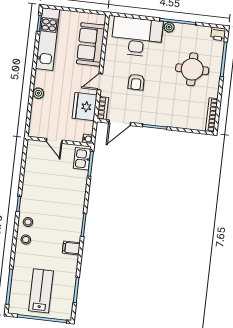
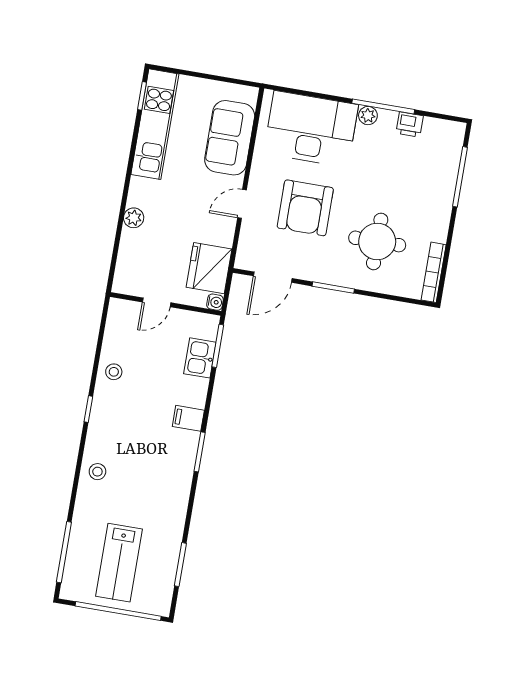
printer: (218, 34) -> (410, 124), moved
round table: (192, 69) -> (377, 241), moved
armchair: (136, 82) -> (305, 208), width x1.88, depth x1.88
fridge: (85, 107) -> (209, 268), moved
bookcase: (103, 108) -> (244, 250), removed
door: (54, 141) -> (157, 302), hinge flipped
kitchen sink: (82, 159) -> (200, 358), moved
stool: (28, 222) -> (114, 372), moved
filing cabinet: (71, 248) -> (188, 418), moved
lab bench: (41, 291) -> (119, 563), turned 180

